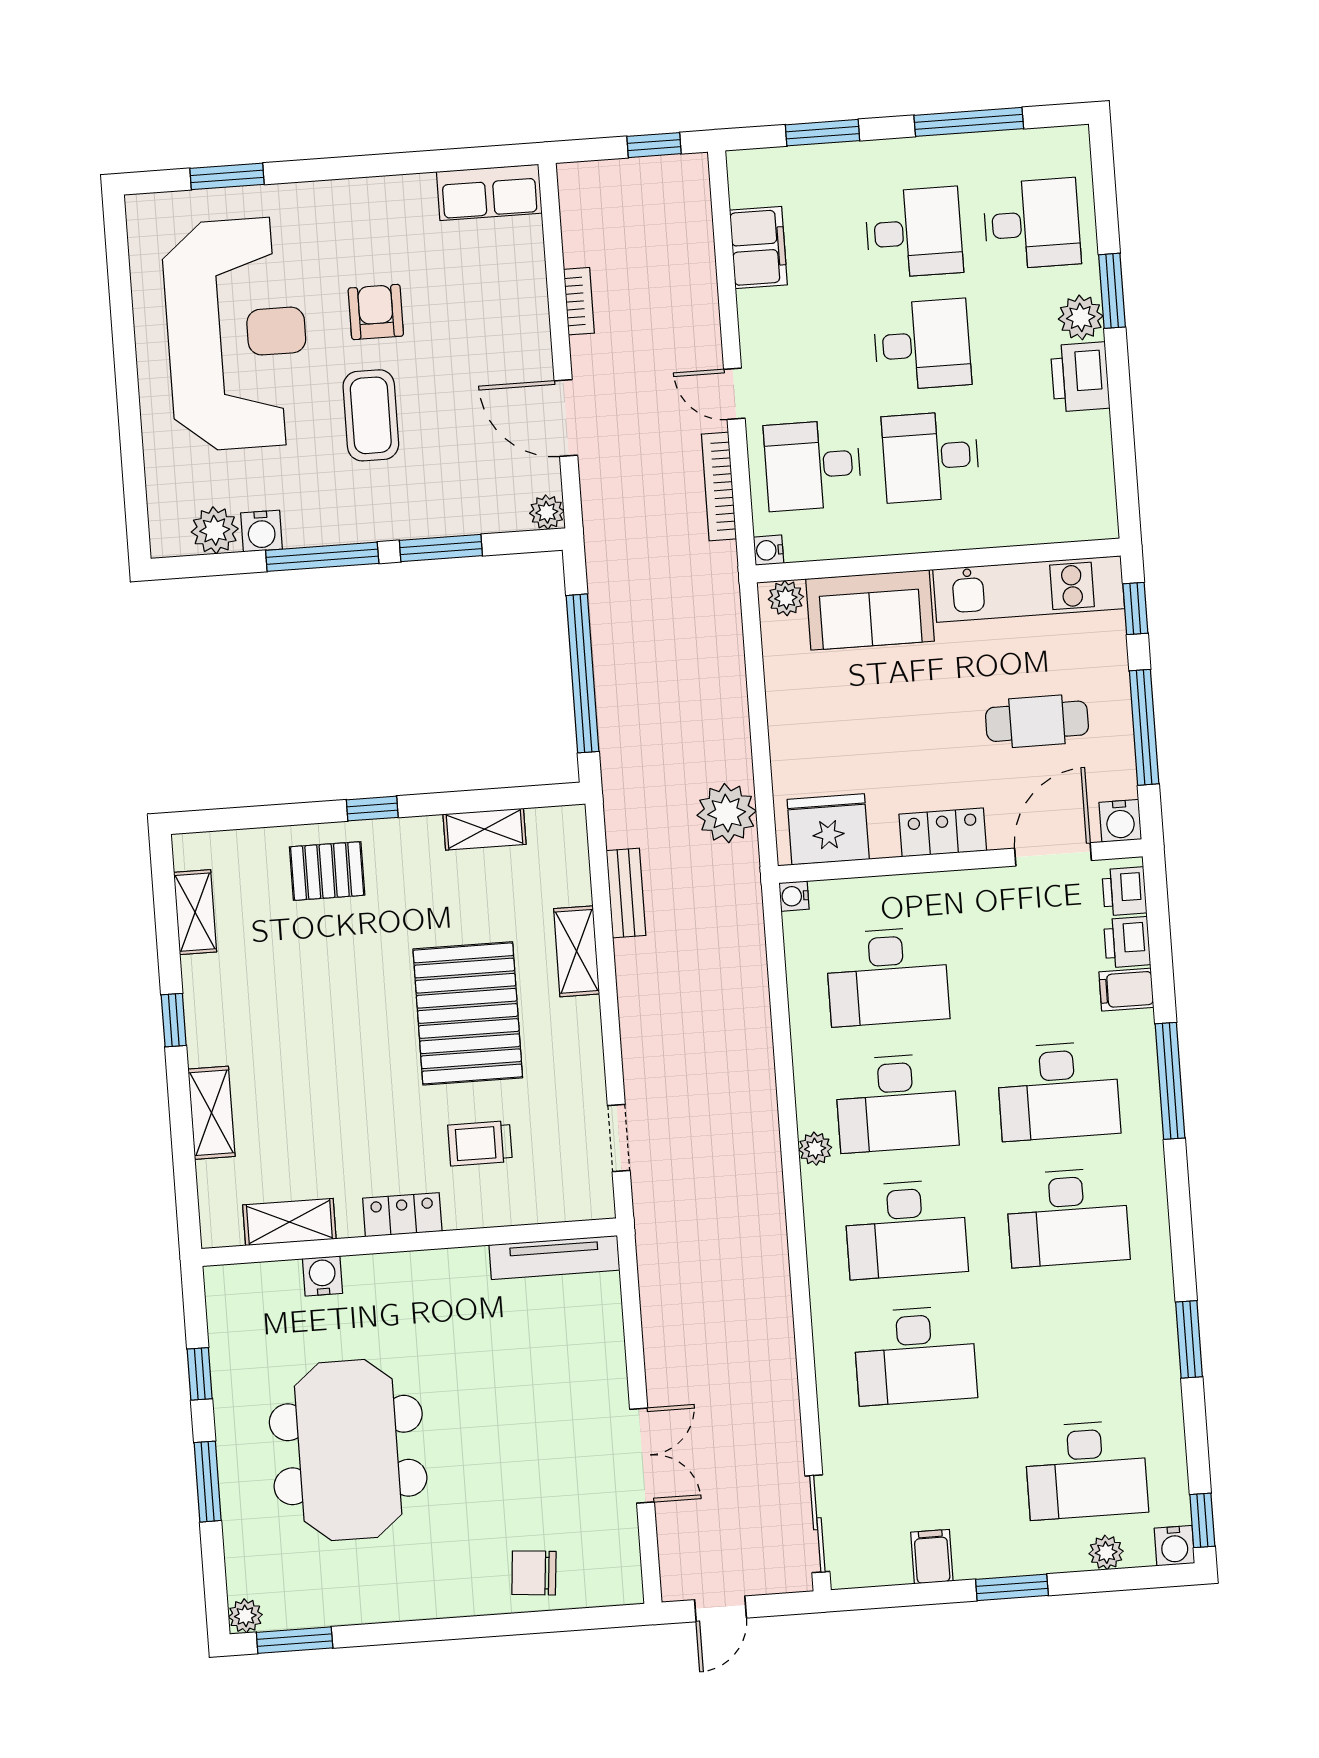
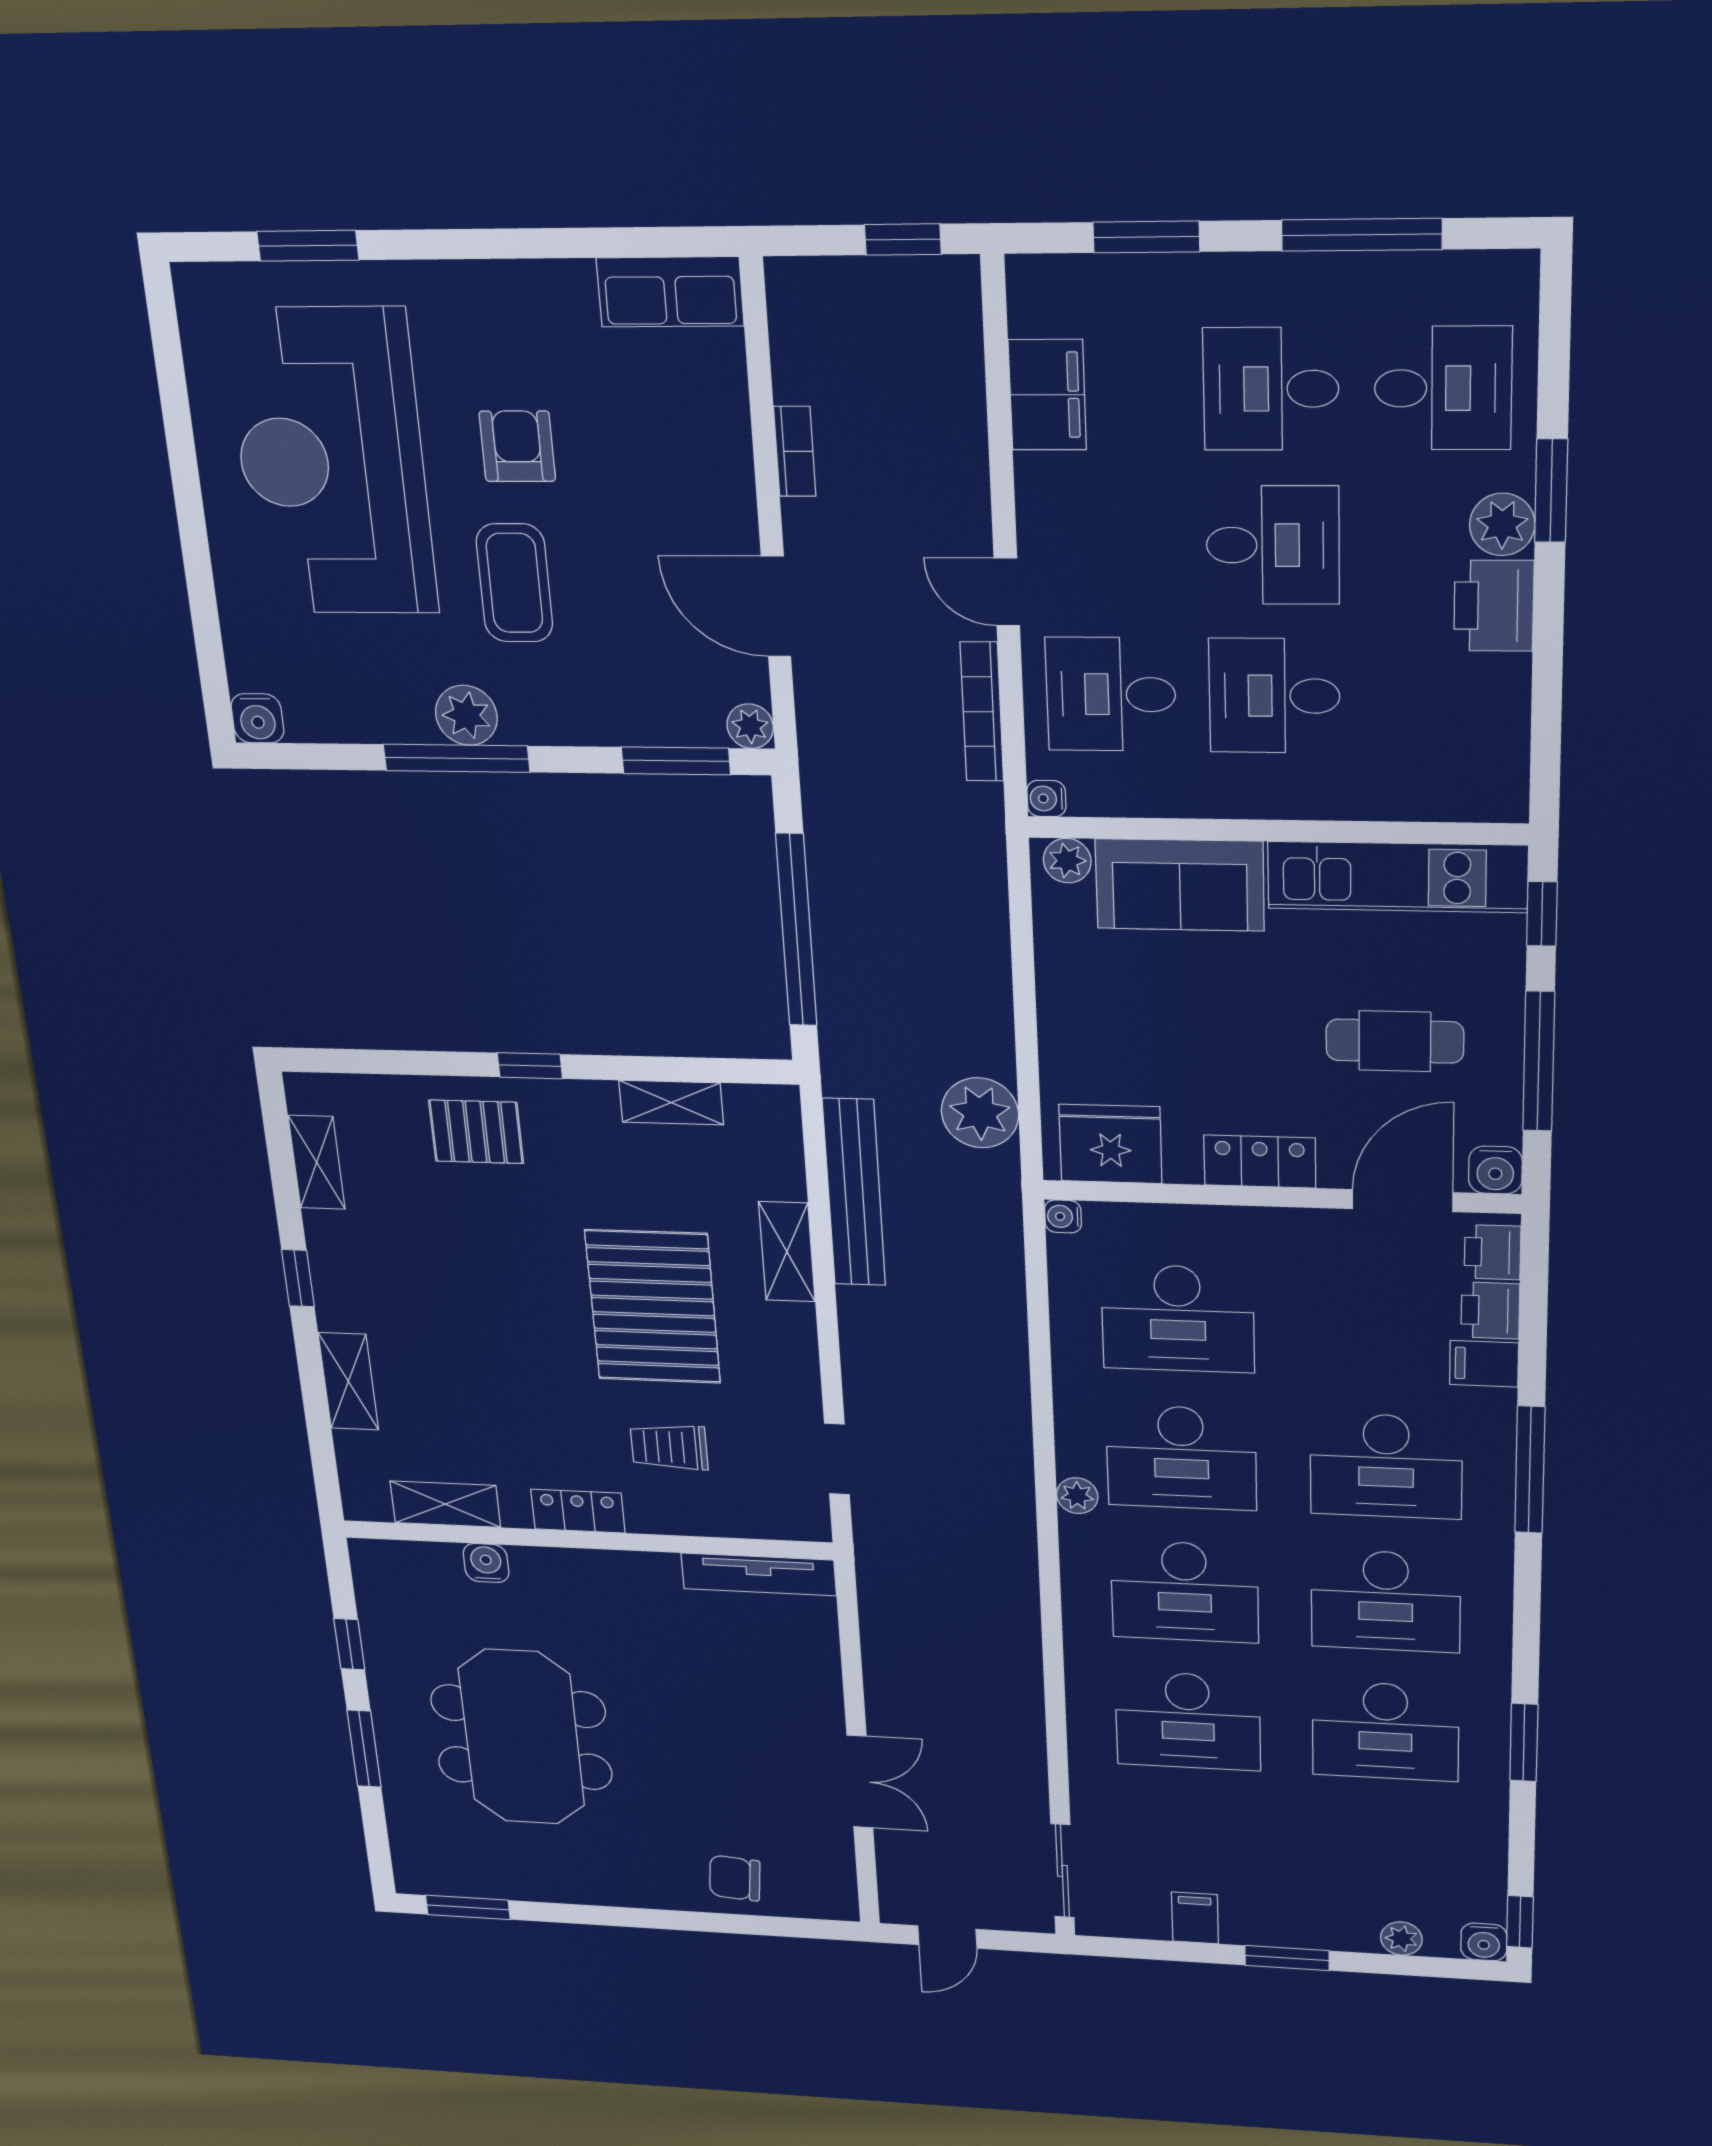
desk: (914, 233) -> (1271, 389), turned 180
reception desk: (237, 334) -> (332, 462), turned 180
plant: (215, 530) -> (466, 715), moved
water cooler: (262, 531) -> (257, 718), moved
window: (441, 548) -> (676, 761), moved
bench: (626, 893) -> (854, 1193), width x1.86, depth x1.21
desk: (1086, 1470) -> (1385, 1731), moved
plant: (245, 1616) -> (412, 1879), removed

